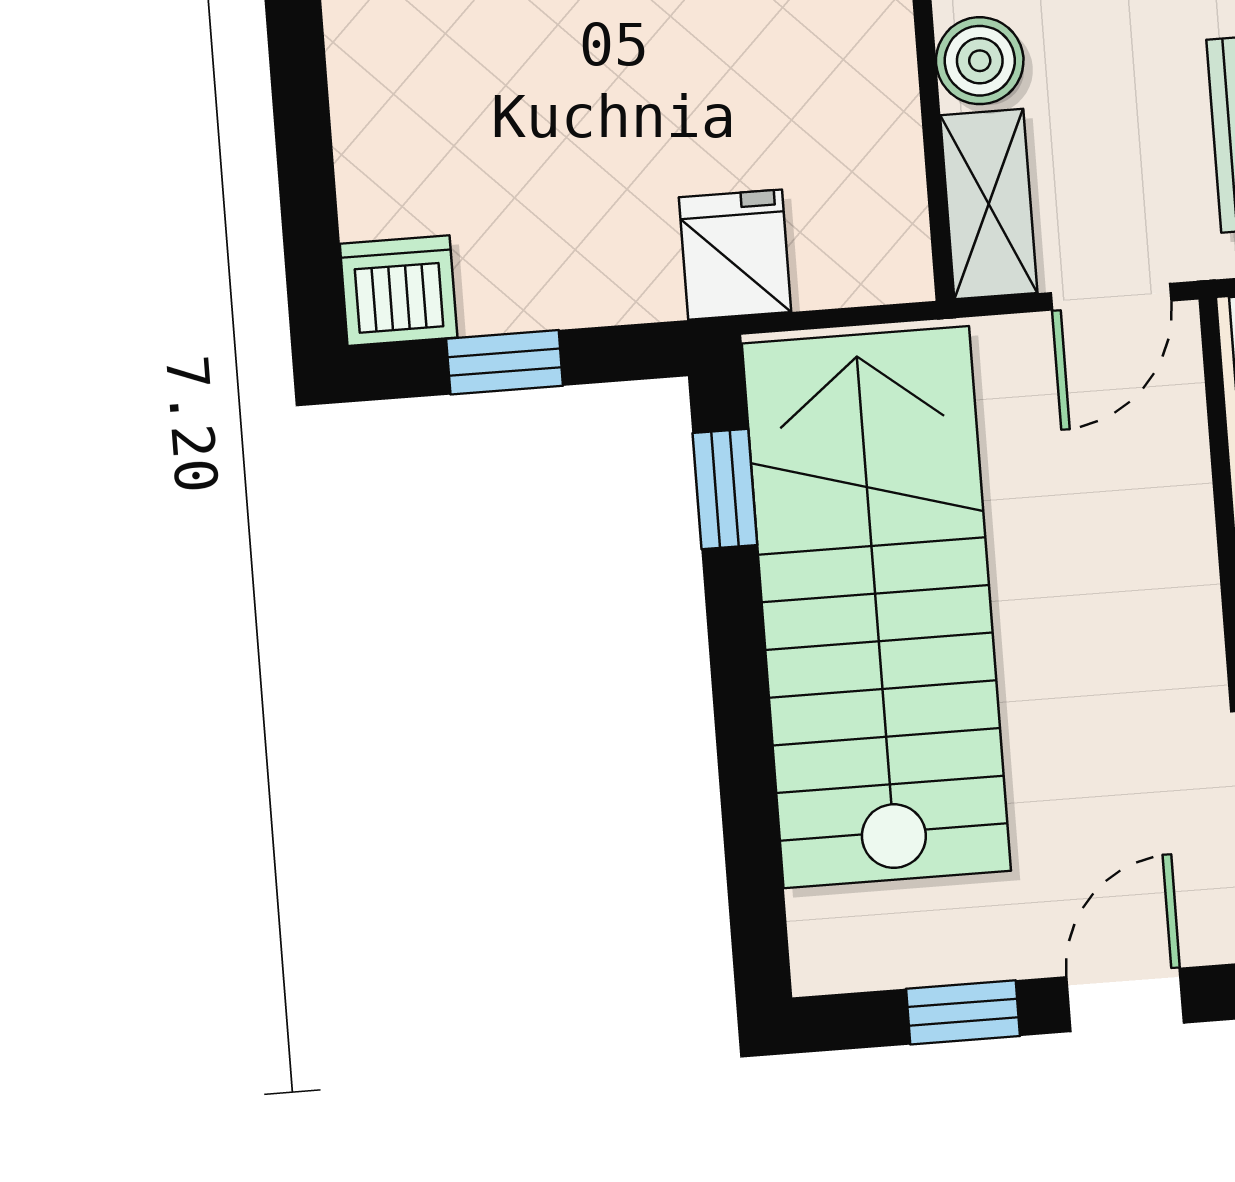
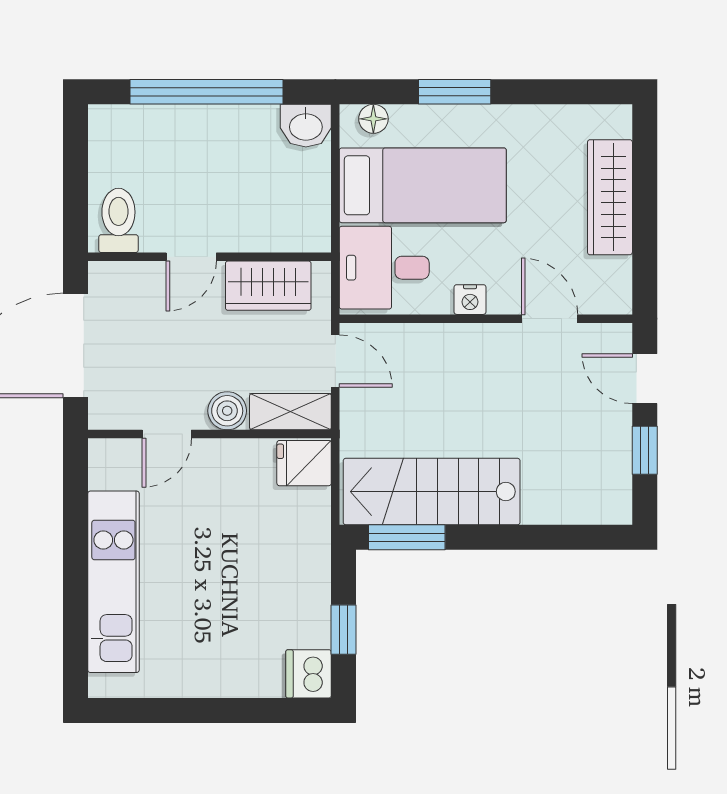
fridge: (735, 255) -> (304, 463), moved
window: (725, 489) -> (407, 537), width x1.50
stairs: (876, 607) -> (432, 492), width x0.73, depth x0.66

